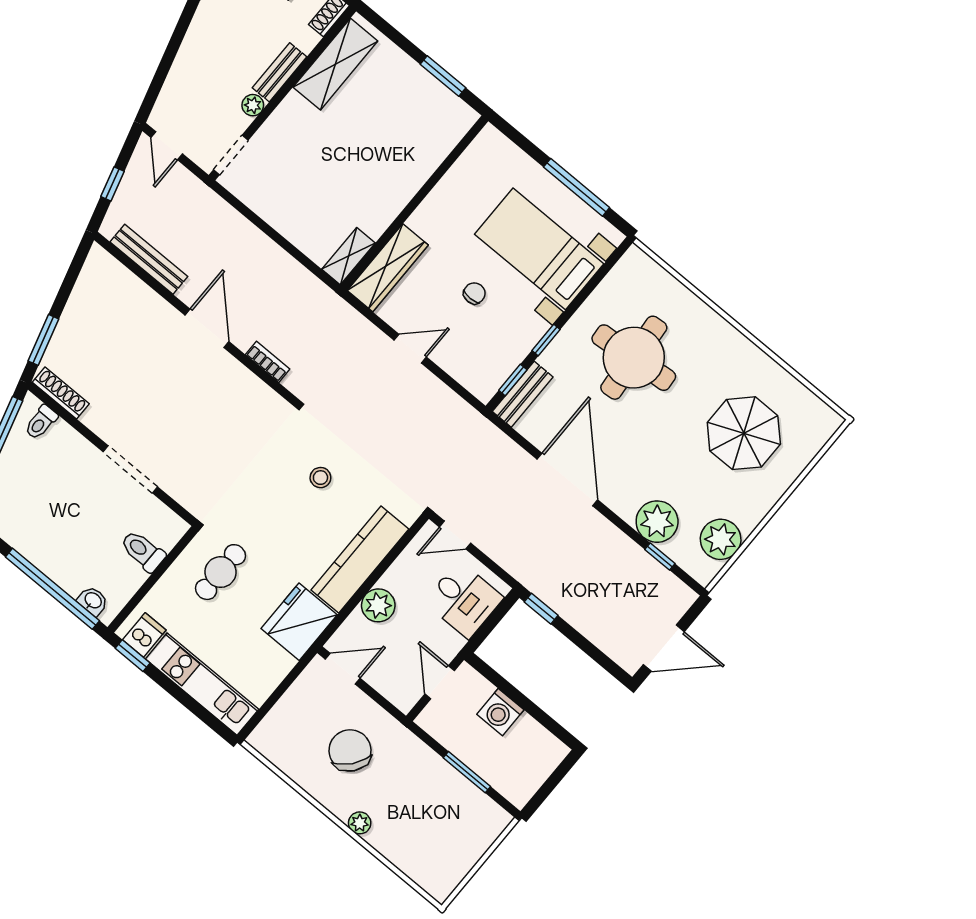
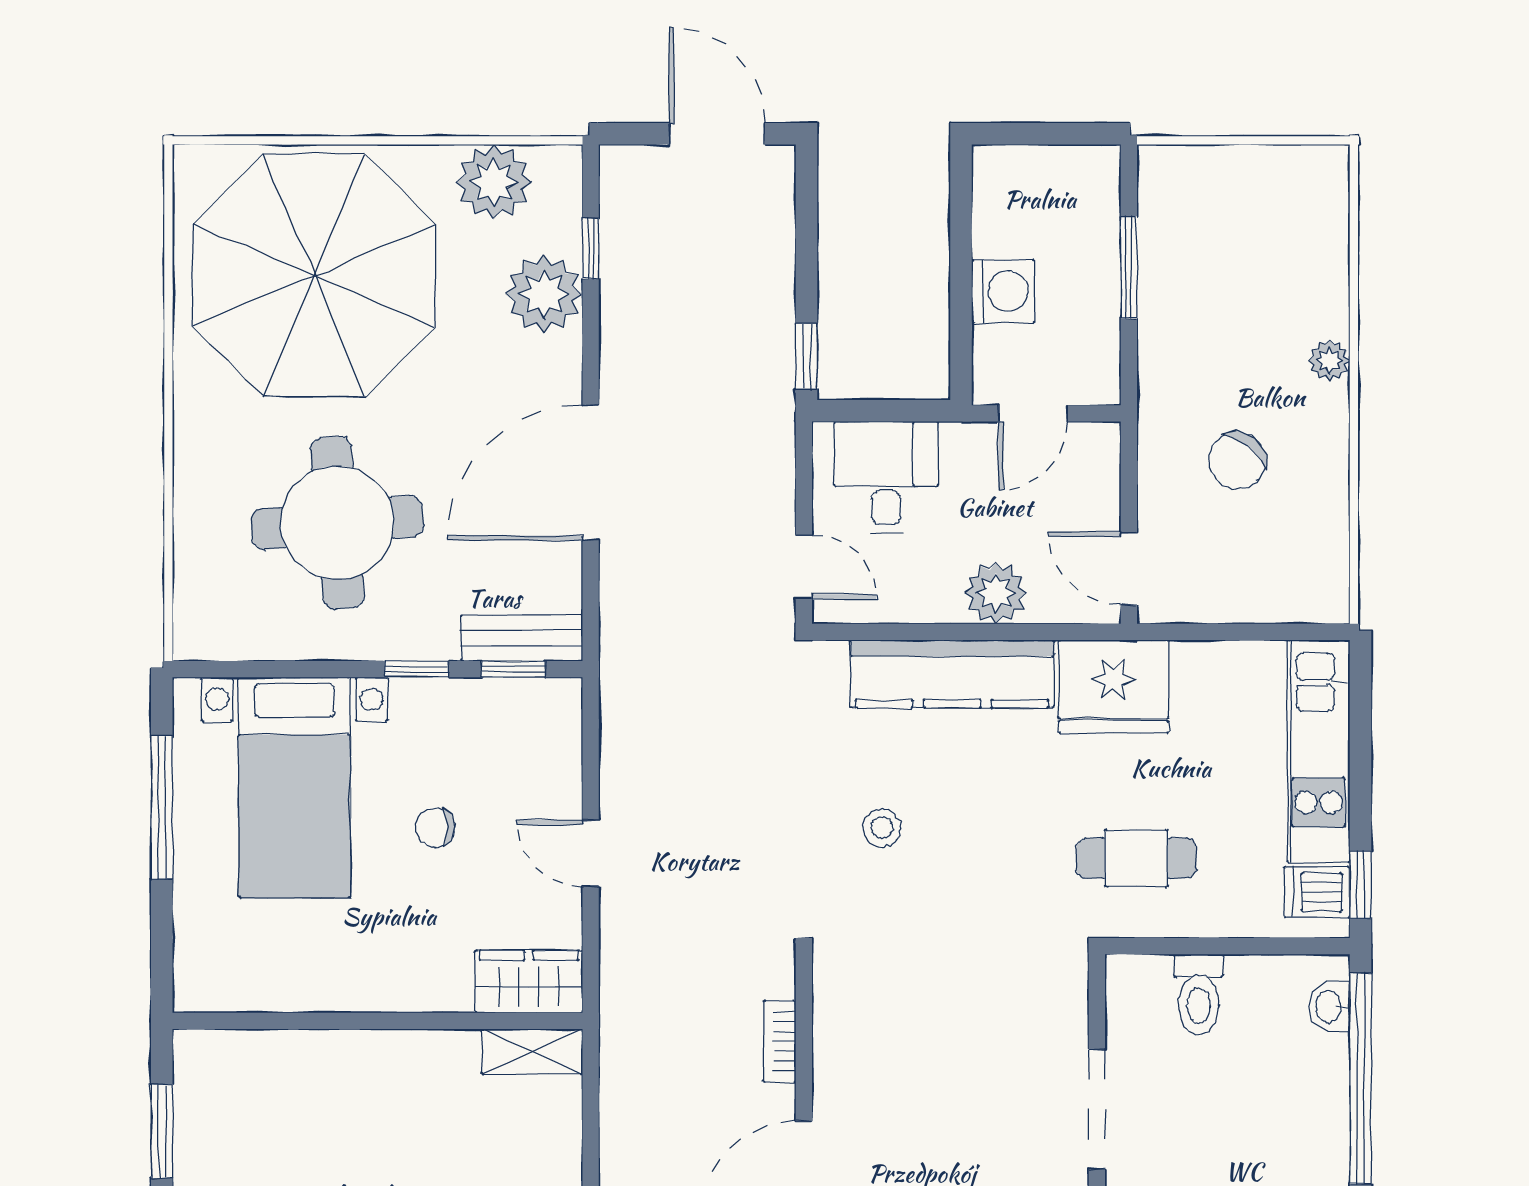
wardrobe: (388, 268) -> (529, 982), width x0.67
parasol: (744, 433) -> (314, 275), width x1.86, depth x1.86
chair: (350, 750) -> (1237, 460), width x0.73, depth x0.73

